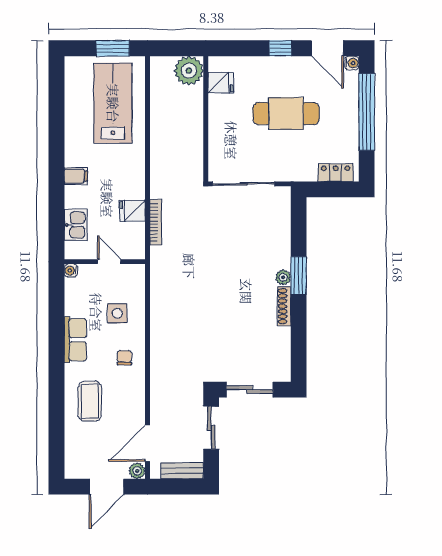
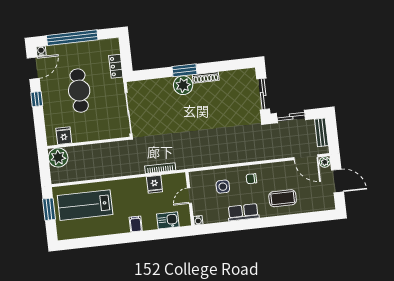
locker: (336, 173) -> (116, 66), moved
plant: (283, 277) -> (183, 85), width x1.88, depth x1.88

